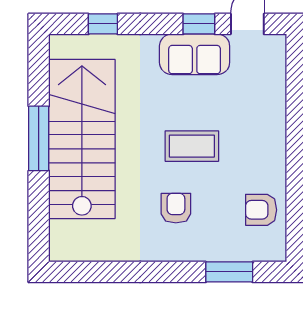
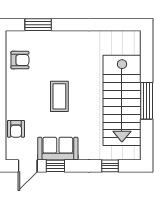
coffee table: (192, 146) -> (59, 96), turned 90
armchair: (176, 208) -> (16, 129), moved

